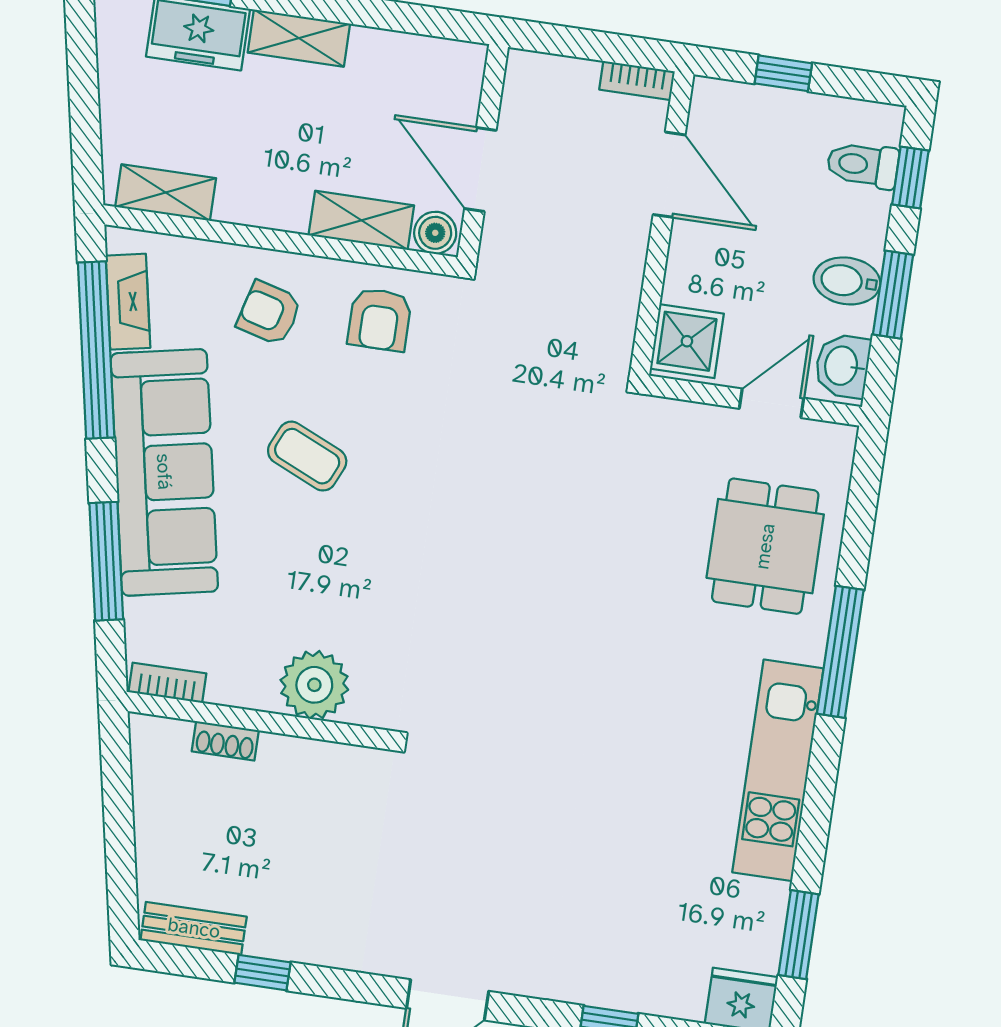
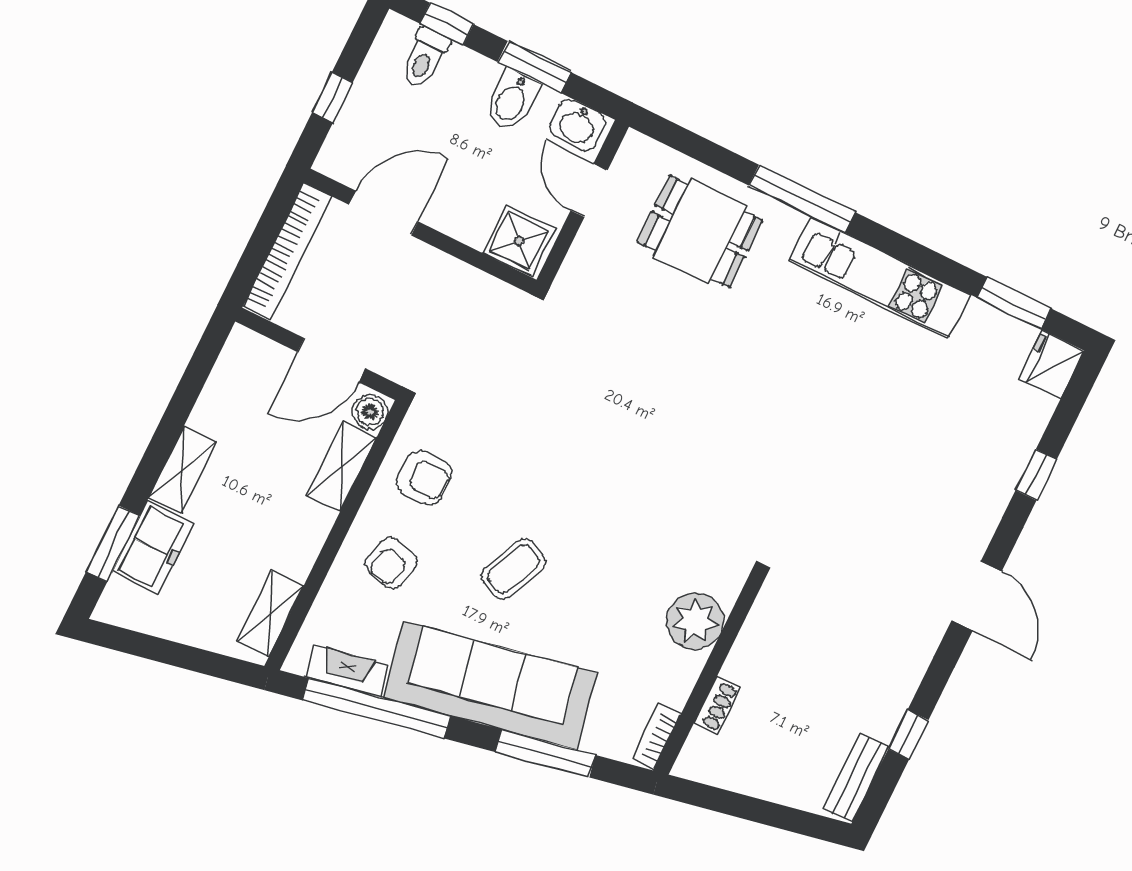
bookcase: (637, 80) -> (287, 251), width x2.31, depth x1.31

